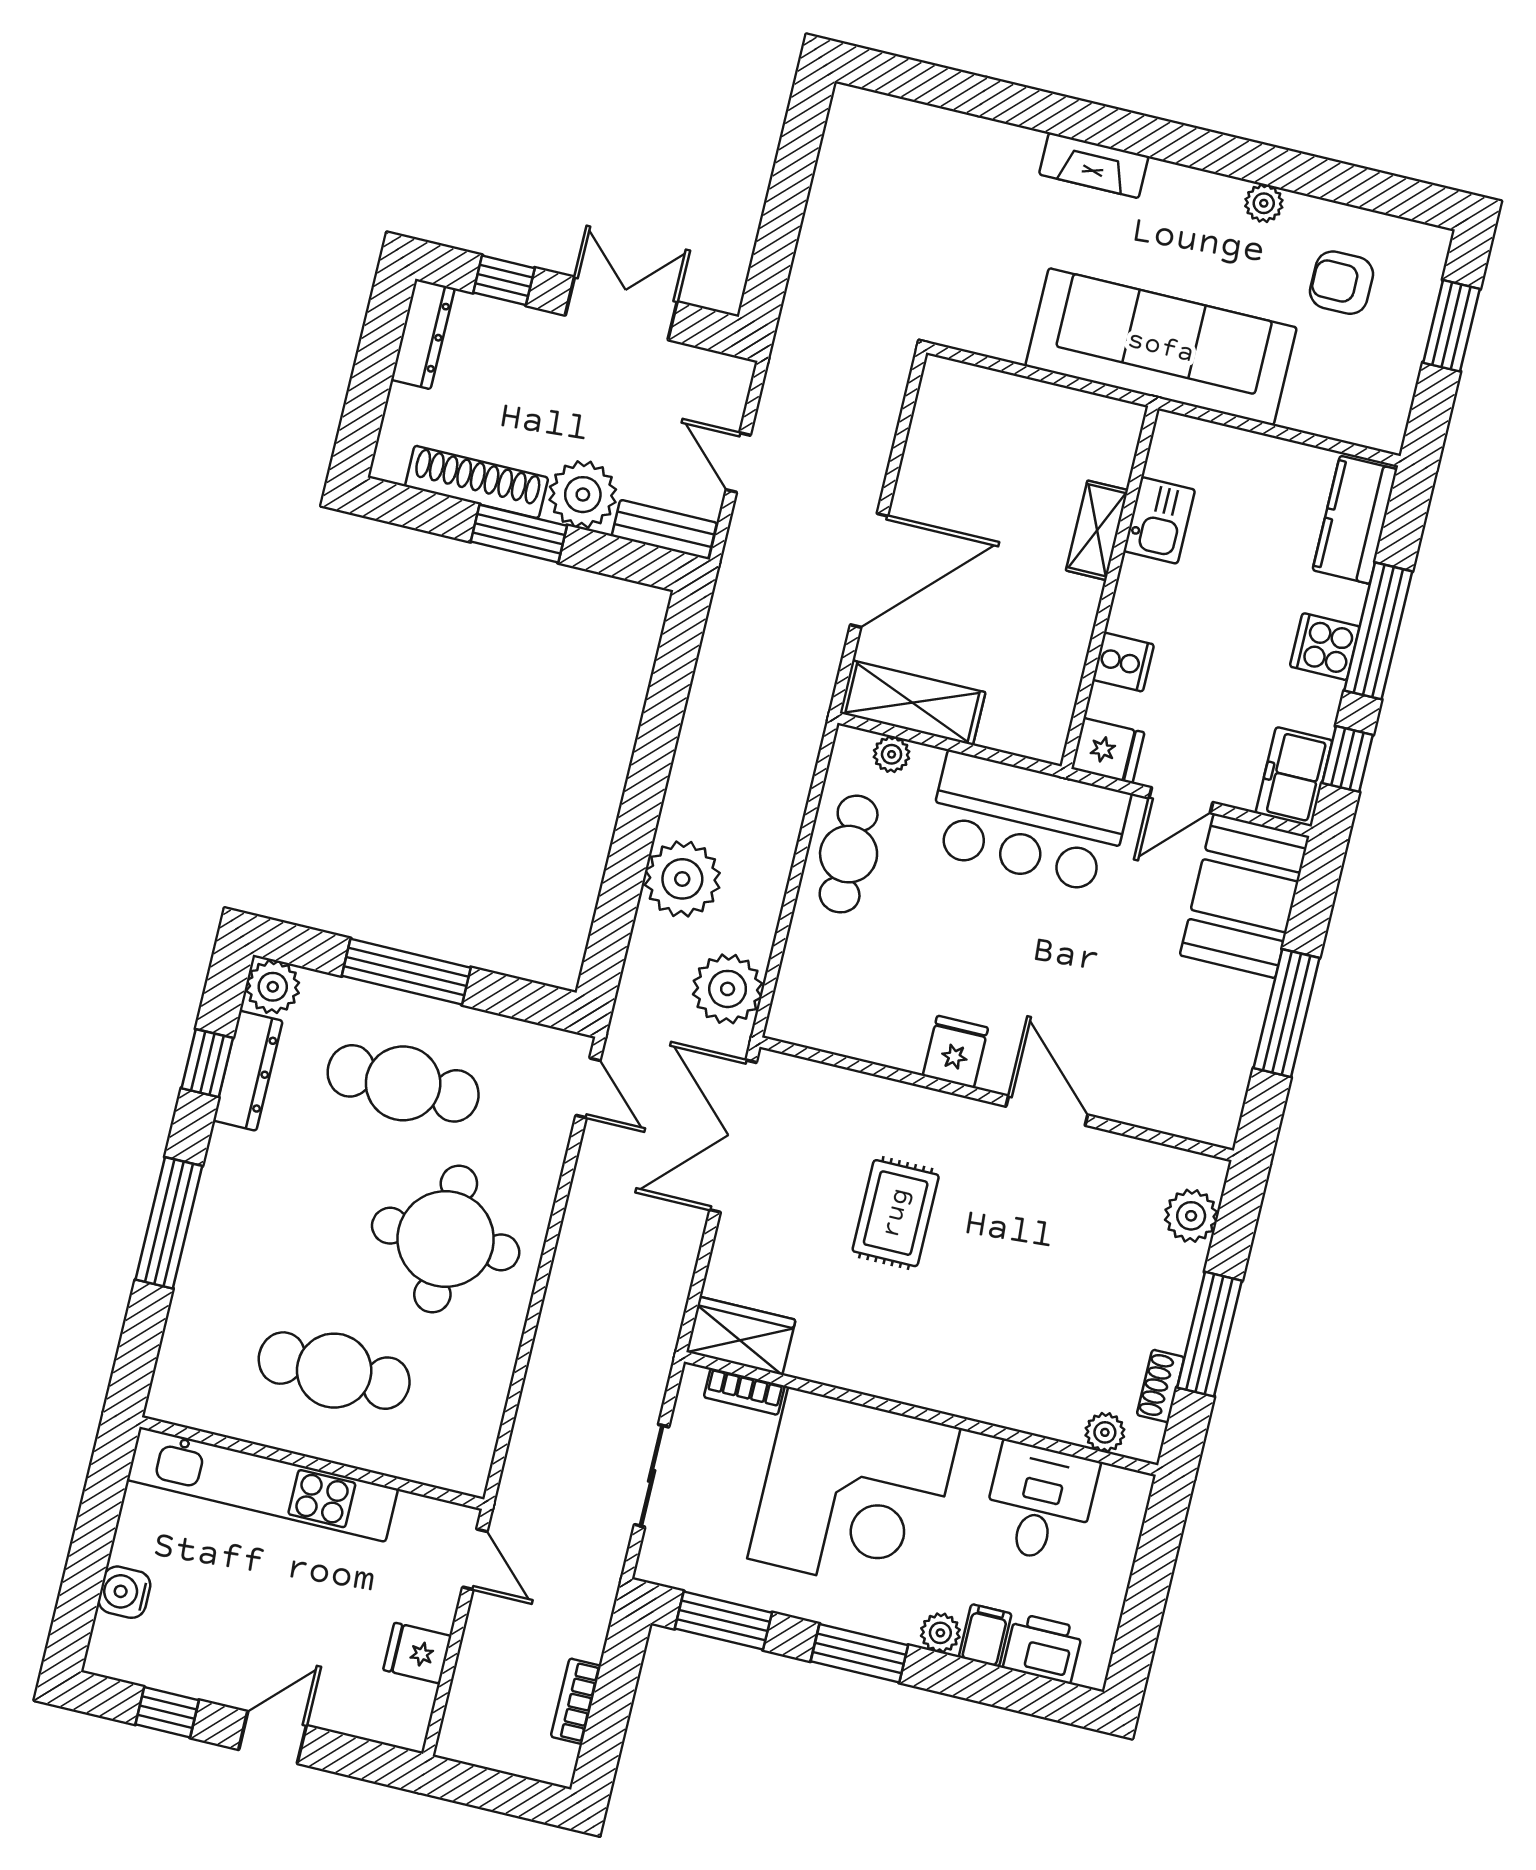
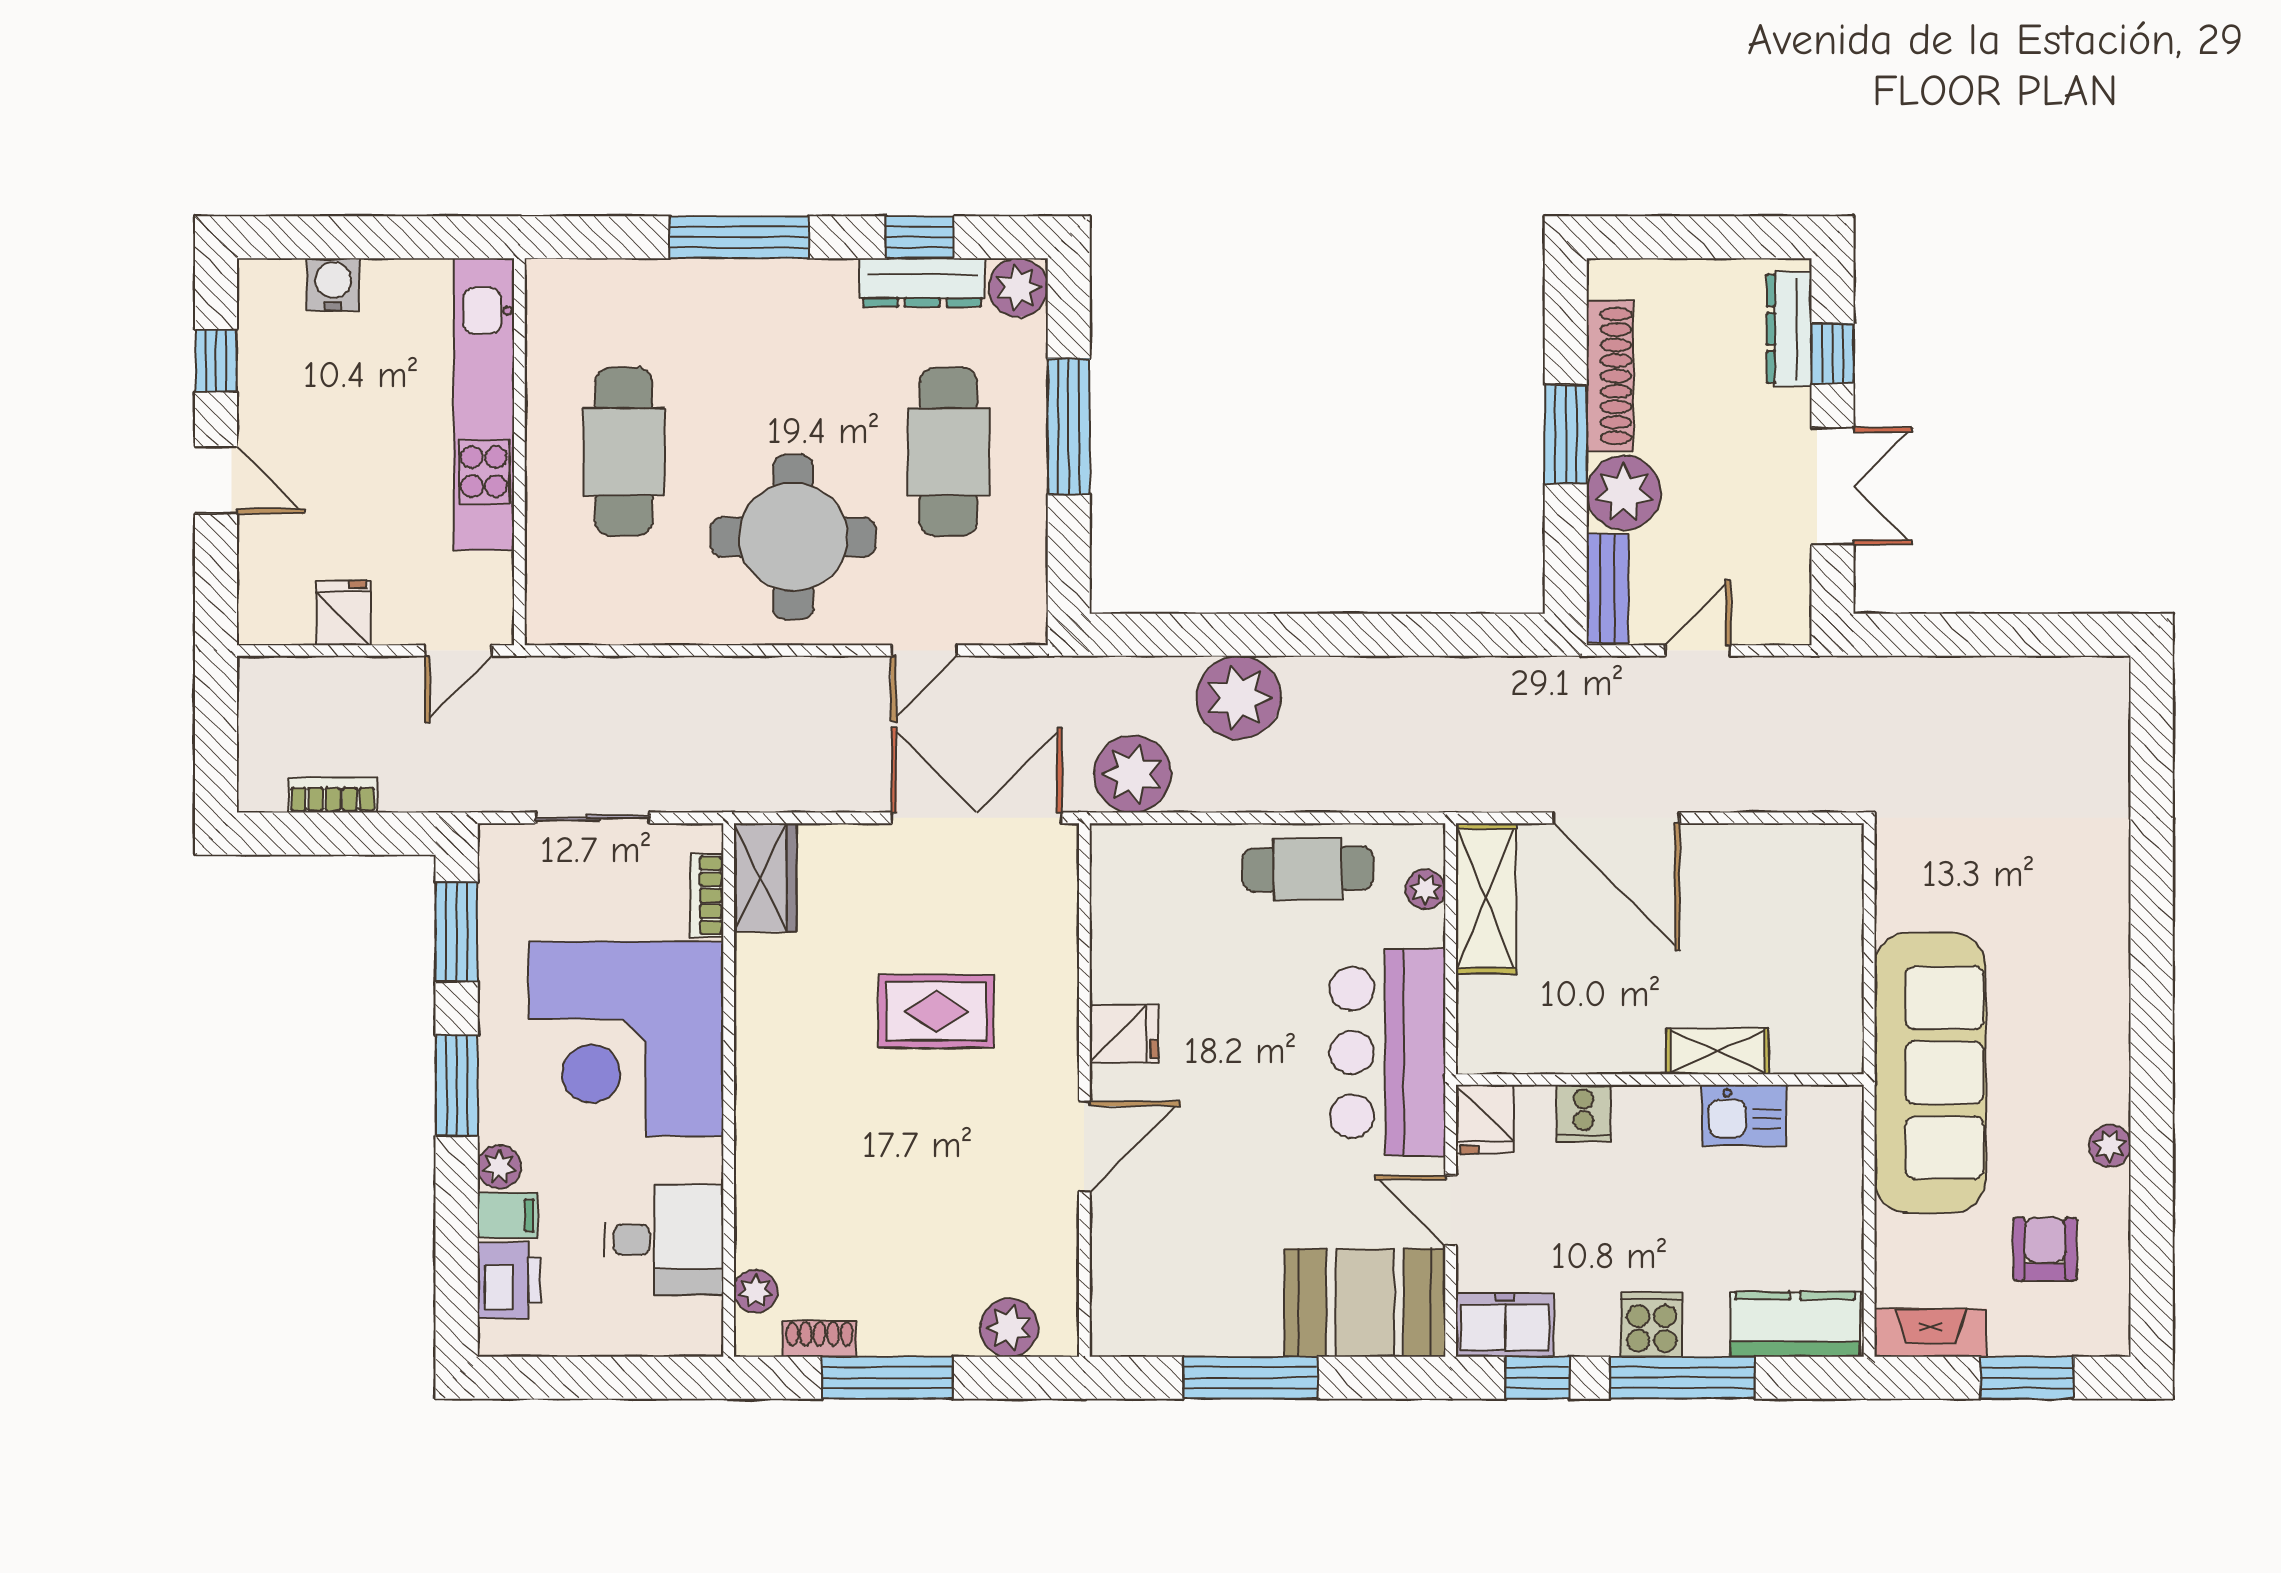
fireplace: (1094, 165) -> (1931, 1333), moved, turned 90
dresser: (423, 334) -> (1789, 329), moved, turned 90
door: (588, 1088) -> (924, 651), moved

